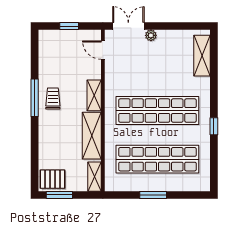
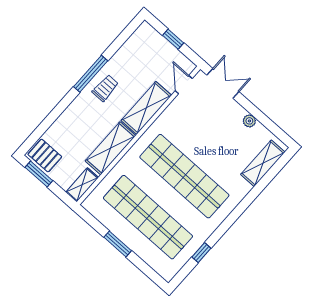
plant: (151, 35) -> (249, 121), moved
shelving: (94, 95) -> (146, 108), width x1.50, depth x1.33
window: (214, 126) -> (201, 253), moved

